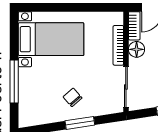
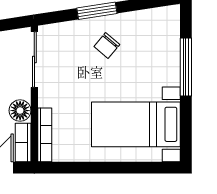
bookcase: (118, 45) -> (45, 135), moved
chair: (72, 97) -> (107, 45), turned 81

